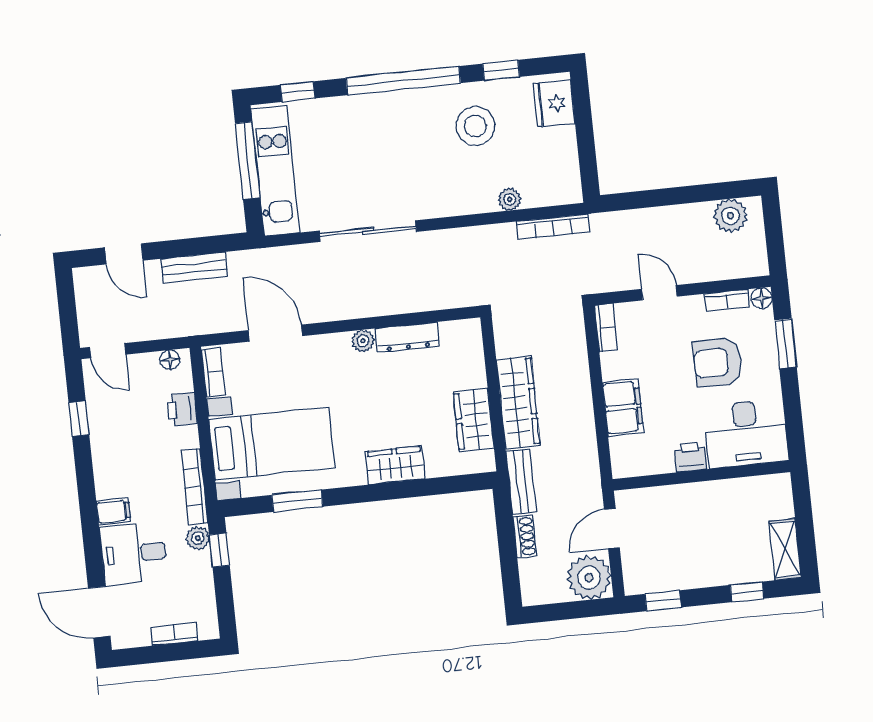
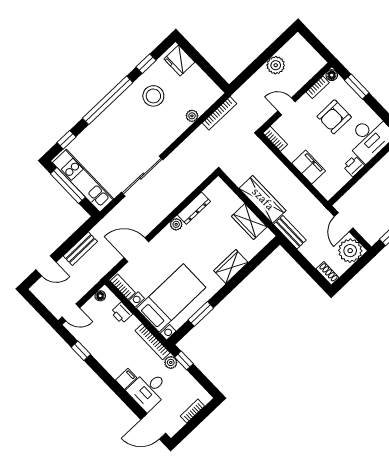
plant: (730, 216) -> (276, 65), moved
shoe rack: (525, 536) -> (328, 273), moved

